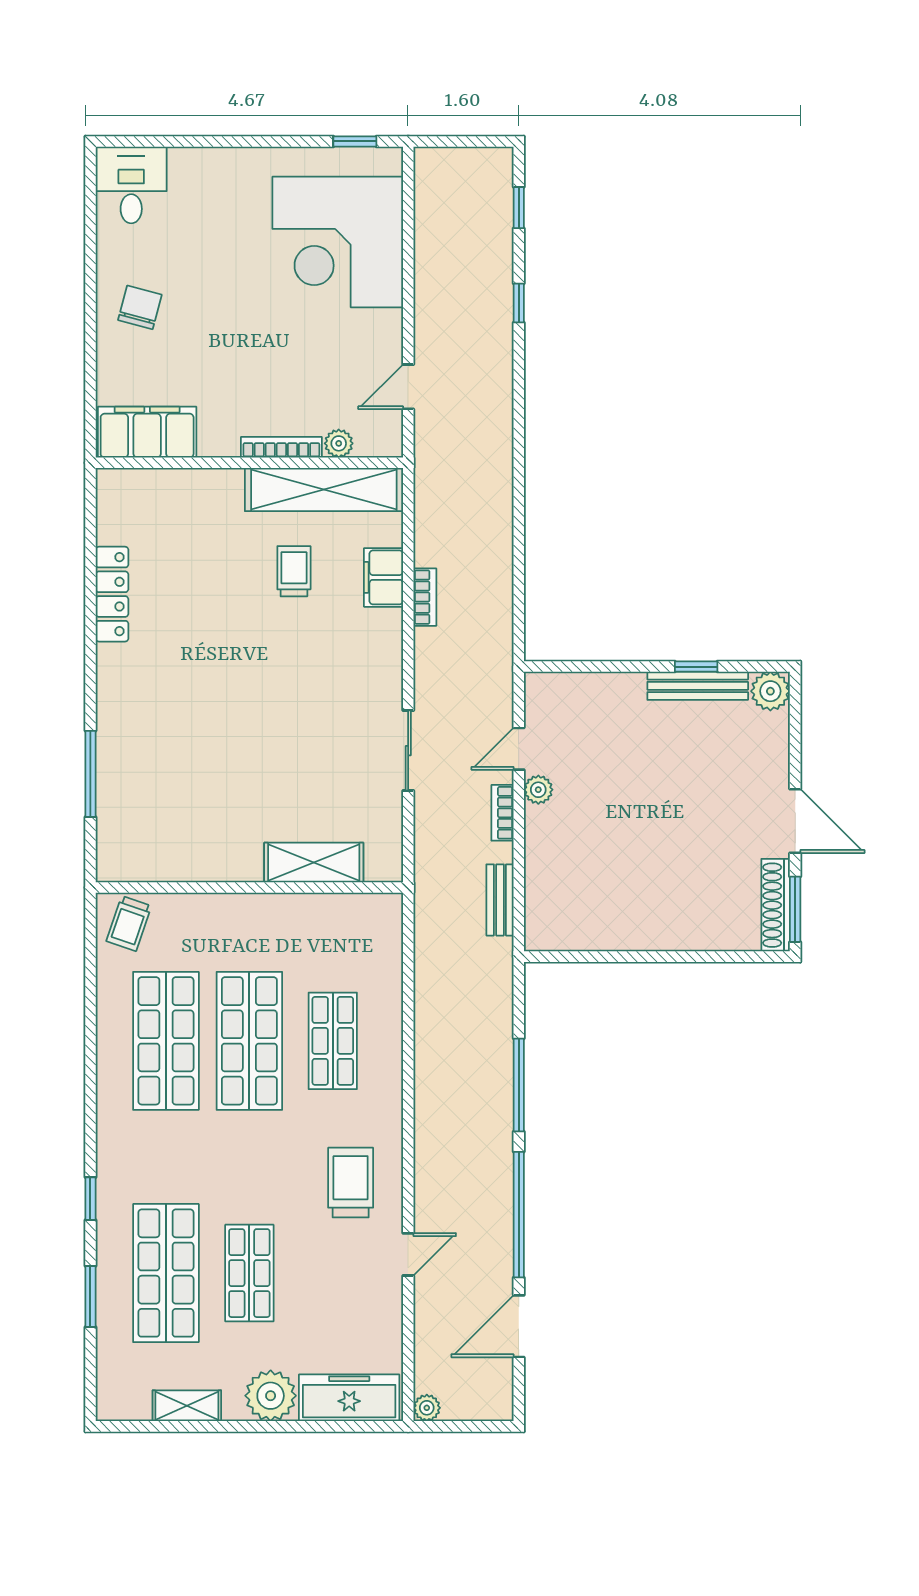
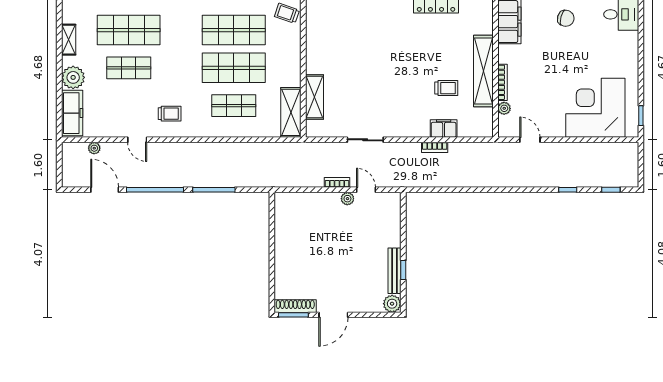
shelving: (324, 489) -> (483, 71), moved
bench: (500, 900) -> (298, 181), removed
shelving: (348, 915) -> (291, 112), added
trolley: (351, 1183) -> (170, 114), width x0.73, depth x0.72
plant: (427, 1408) -> (94, 148), moved

